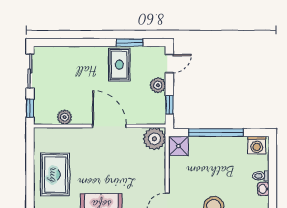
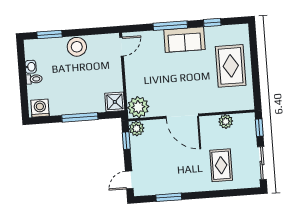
rug: (119, 65) -> (221, 165), moved
plant: (158, 85) -> (137, 128), moved
window: (216, 133) -> (80, 117), width x0.68

